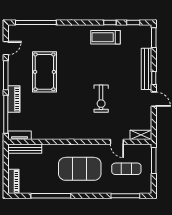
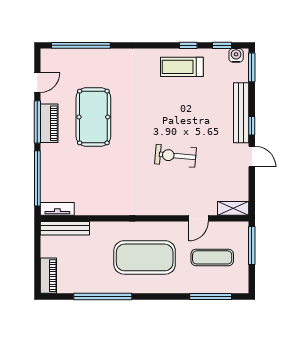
water cooler: (143, 29) -> (236, 55), added
piano: (14, 99) -> (49, 123), moved
exercise bike: (101, 99) -> (175, 156), turned 95
door: (117, 142) -> (198, 218), hinge flipped

